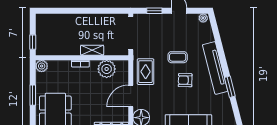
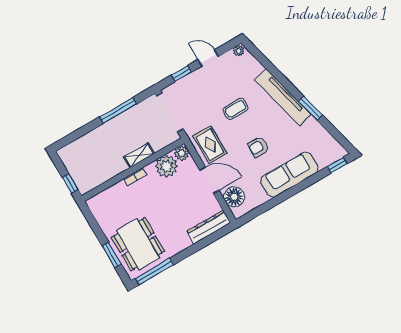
window: (95, 11) -> (118, 111), added
plant: (42, 66) -> (182, 153), moved
armchair: (185, 80) -> (258, 147), moved
window: (33, 95) -> (112, 255), moved
door: (131, 96) -> (209, 180), swing flipped

